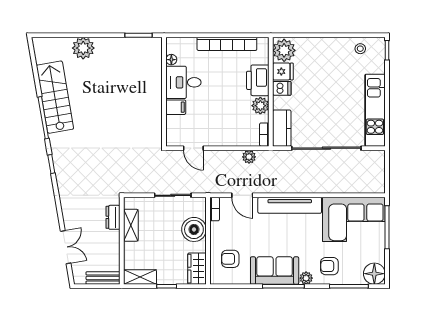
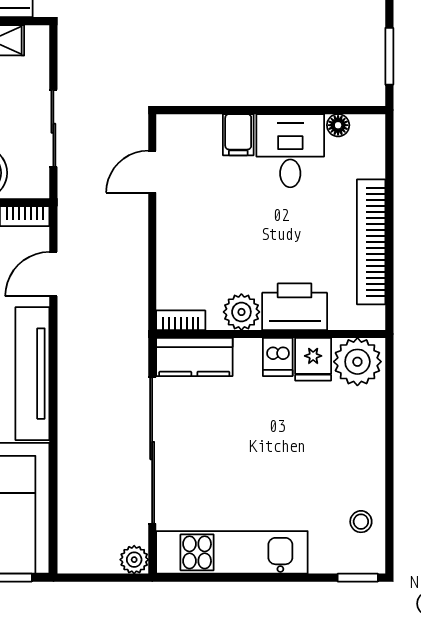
plant: (249, 157) -> (134, 560), moved

